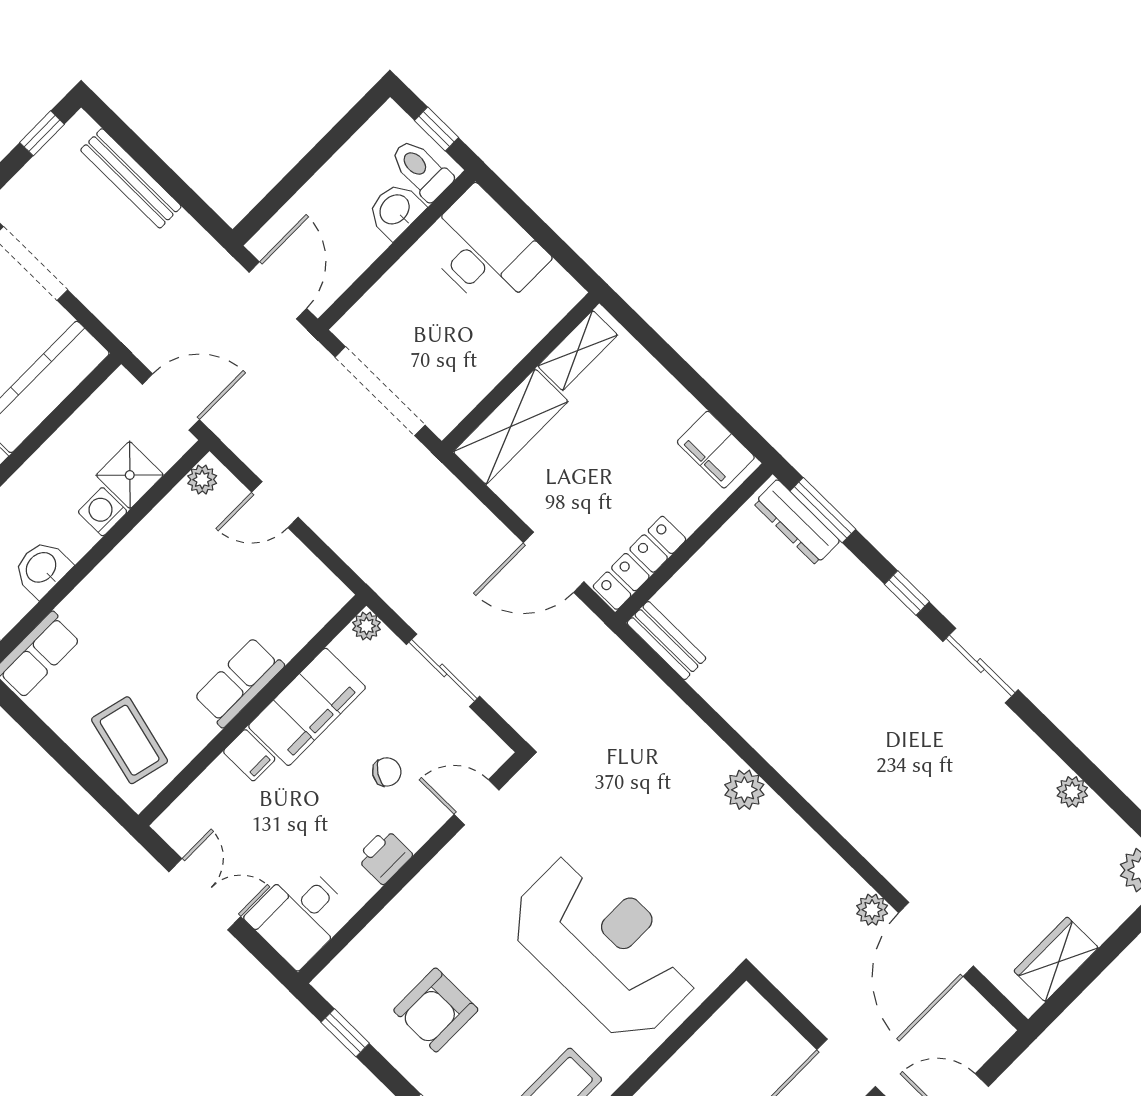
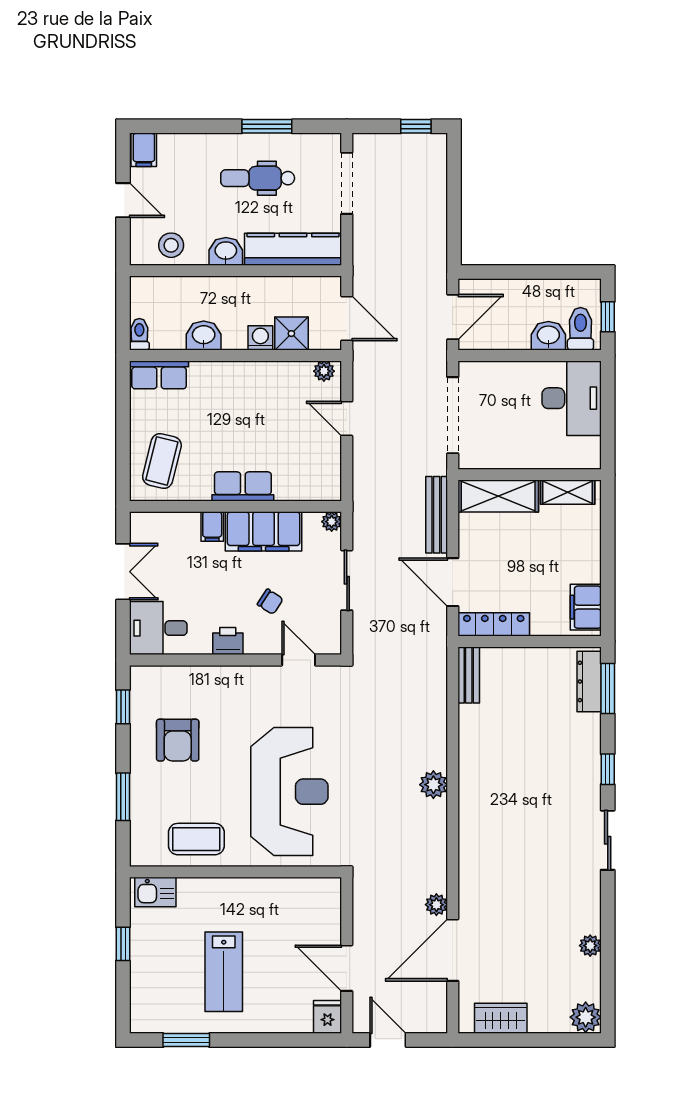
bench: (131, 178) -> (437, 515), moved
armchair: (436, 1010) -> (178, 740), turned -90

